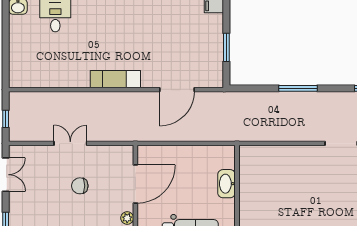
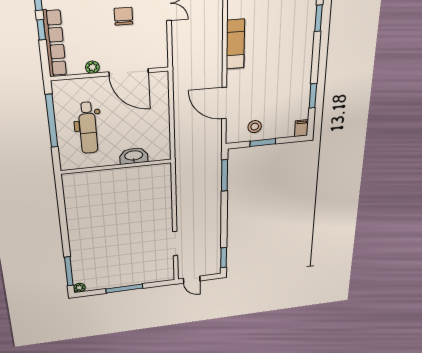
stool: (207, 57) -> (255, 127), added
window: (298, 88) -> (224, 175), moved

